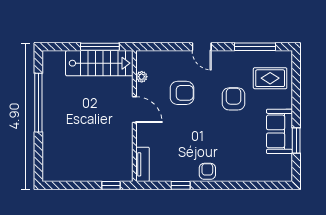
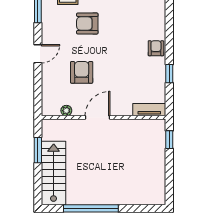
window: (100, 47) -> (38, 150), width x0.69
stairs: (99, 63) -> (54, 173), moved
armchair: (207, 171) -> (156, 48), turned 90

